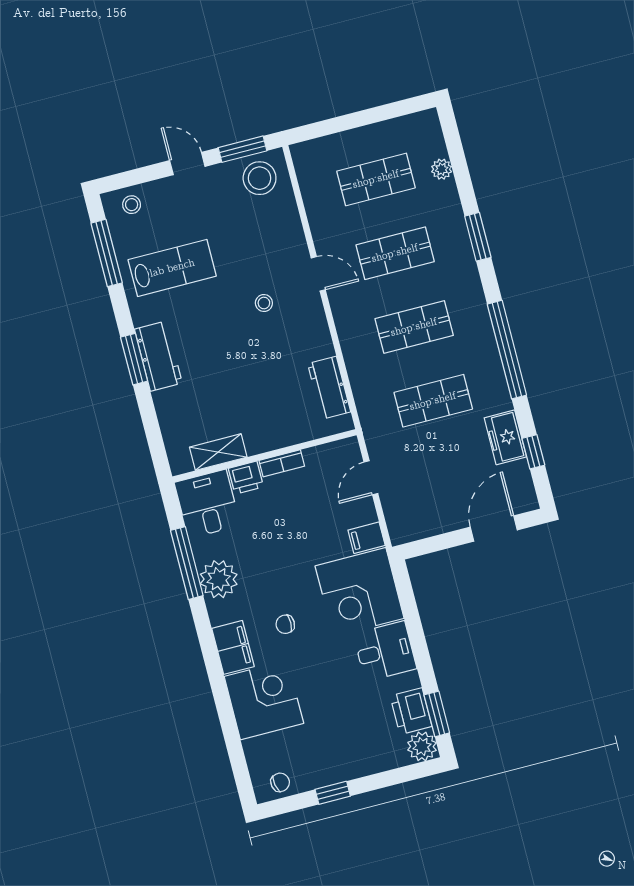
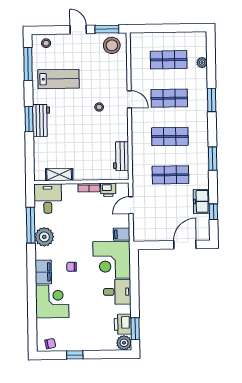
window: (507, 350) -> (213, 159), width x0.47
printer: (246, 478) -> (108, 190), moved

